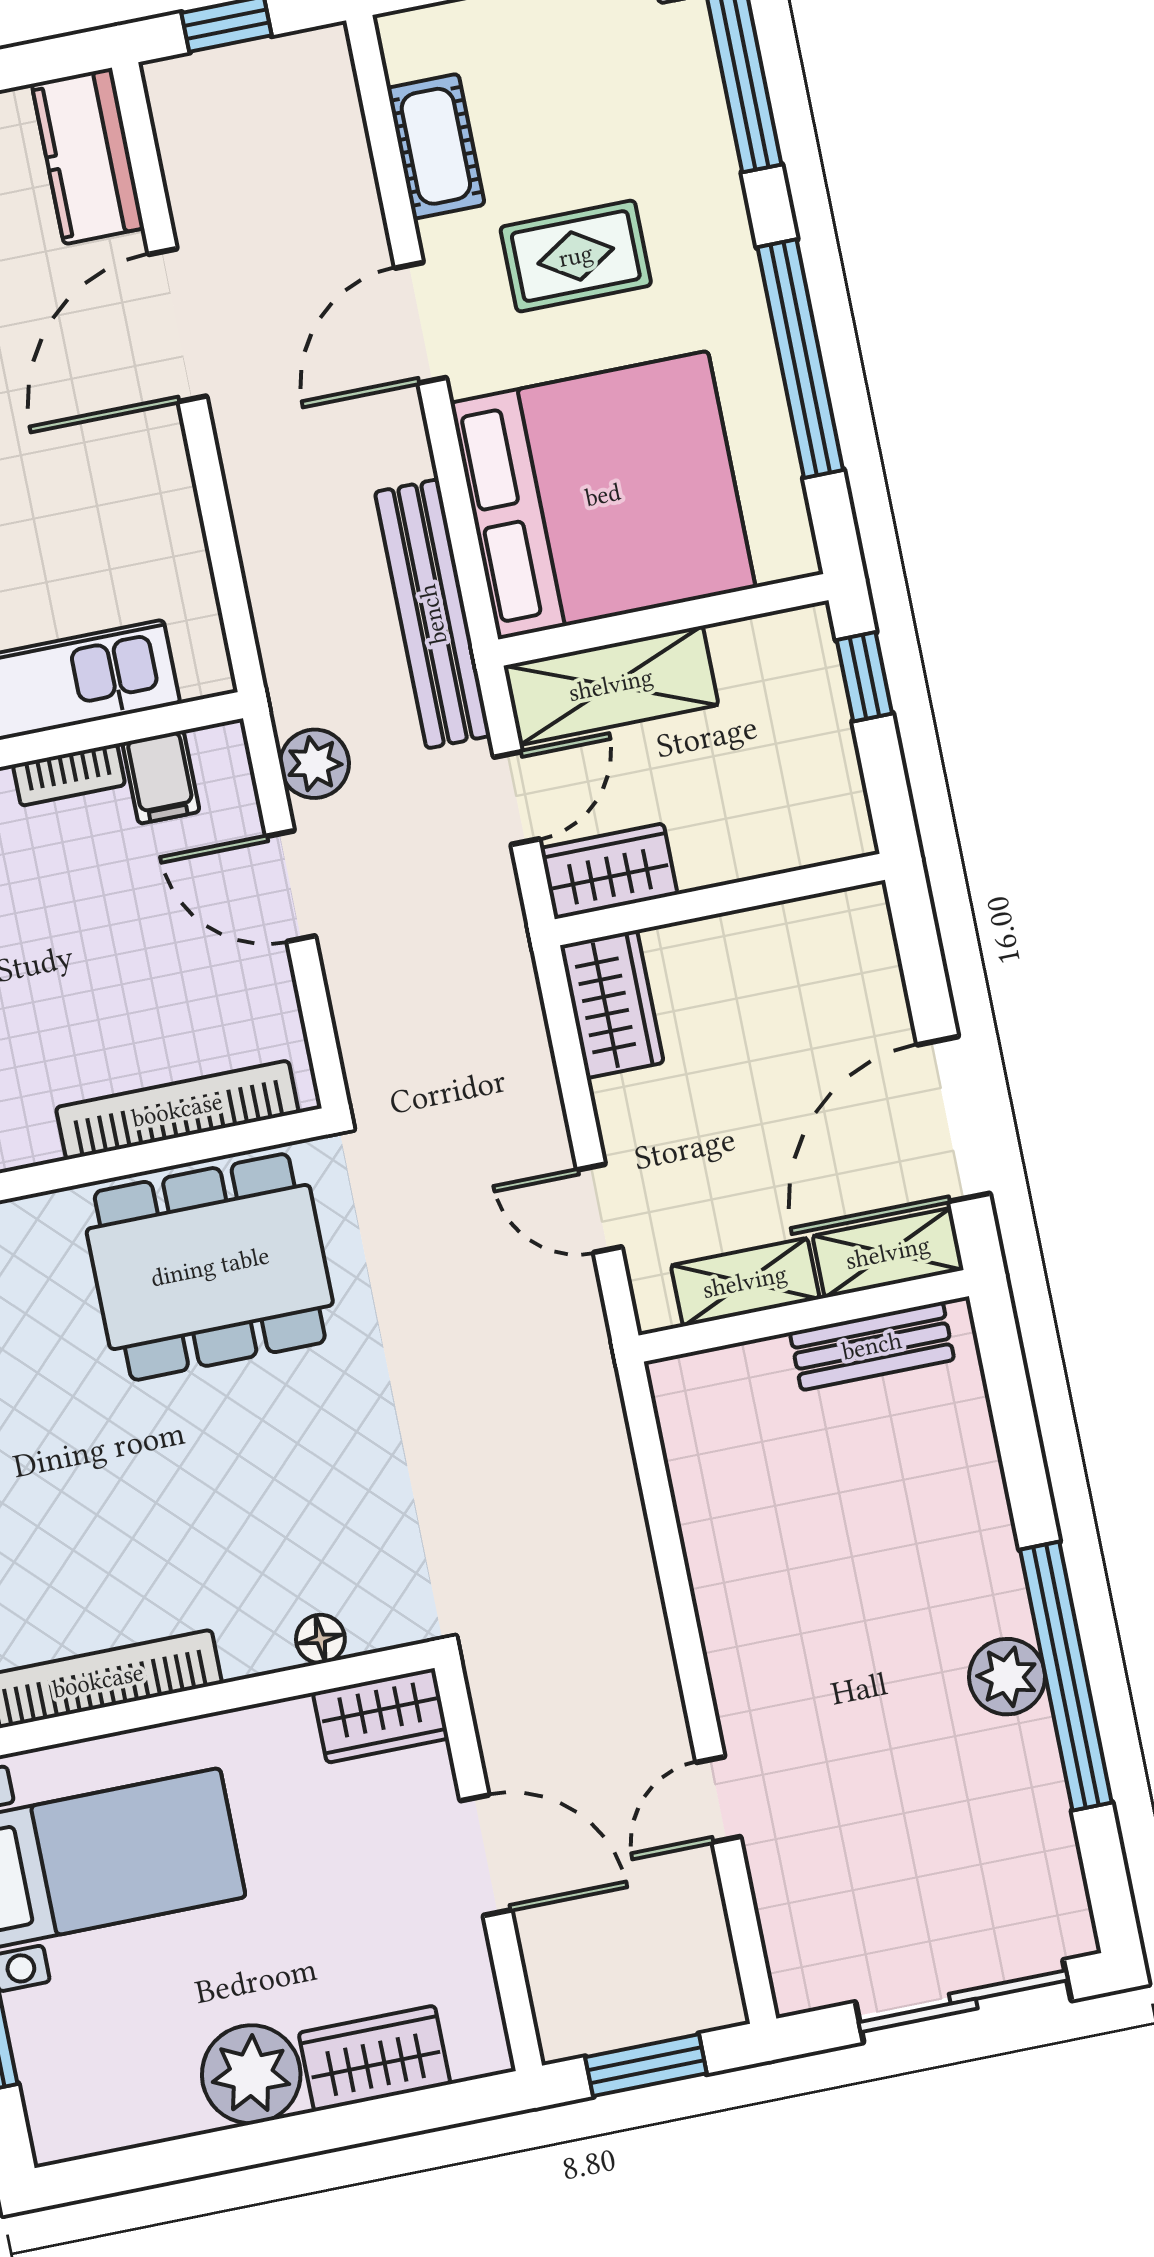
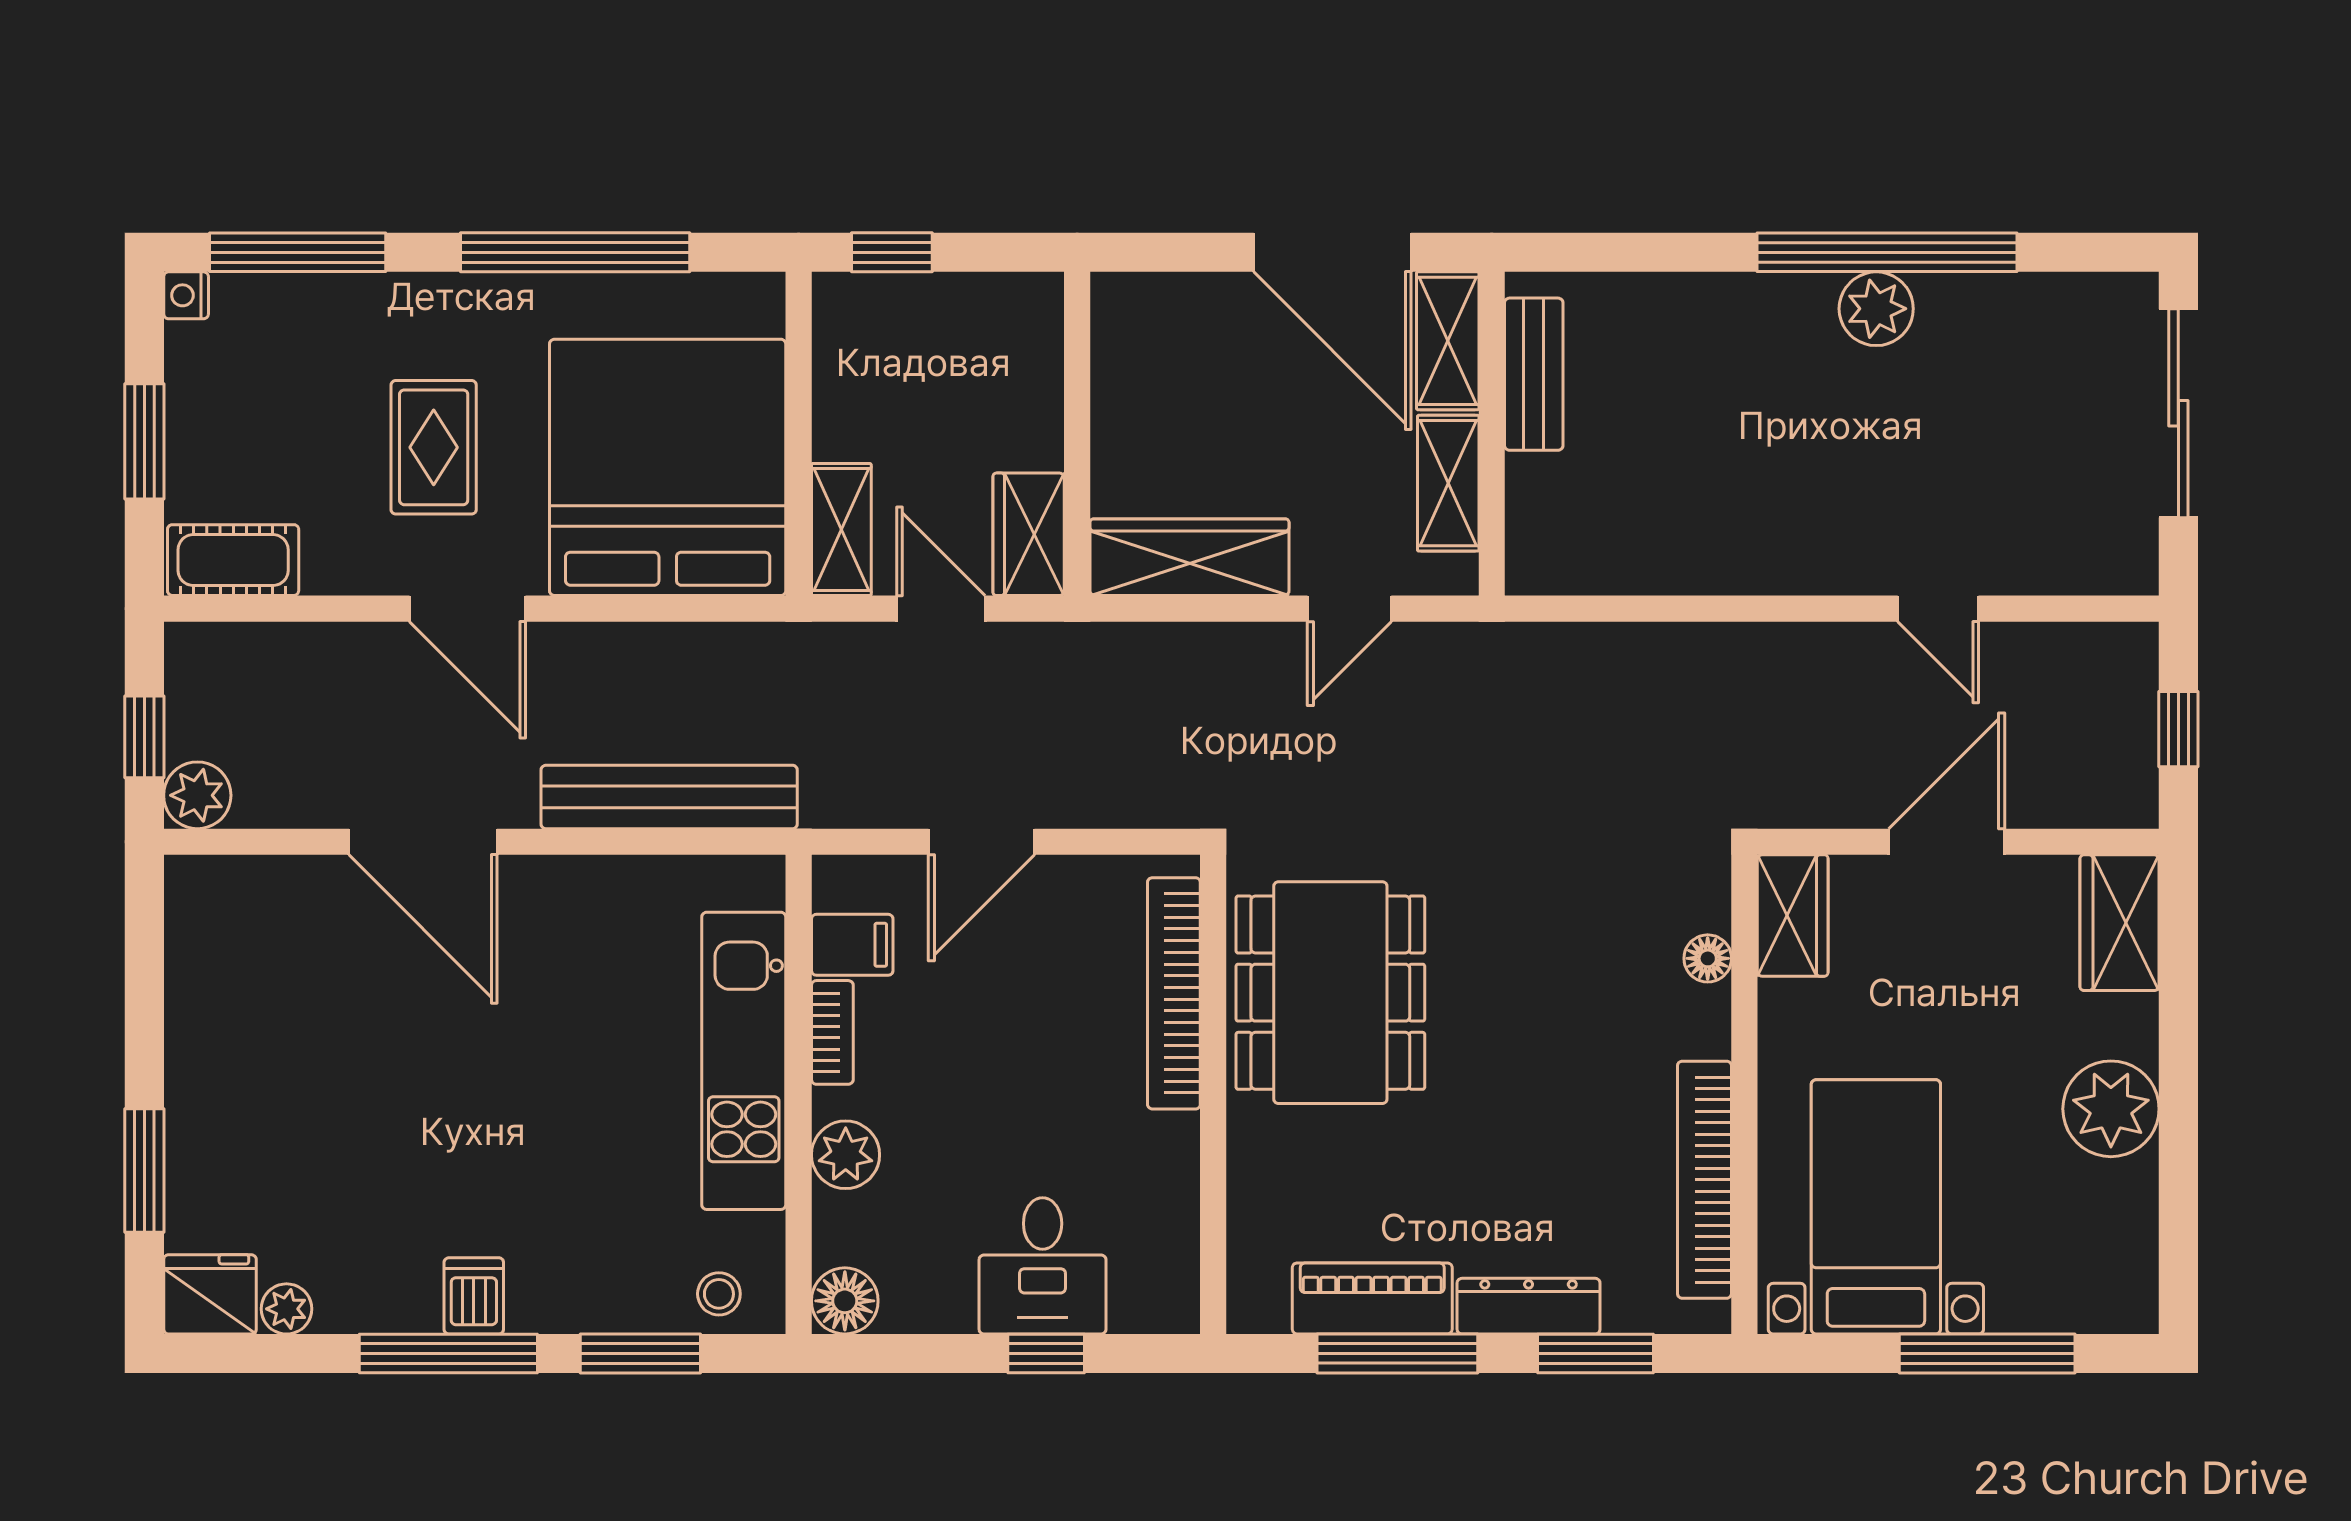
cot: (436, 146) -> (233, 560), moved
kitchen counter: (88, 156) -> (244, 895), removed
bench: (433, 614) -> (669, 797), moved
shelving: (611, 685) -> (841, 530), width x0.67, depth x0.75
plant: (314, 764) -> (197, 795), moved
wardrobe: (612, 1004) -> (1190, 557), width x1.50
wardrobe: (375, 2058) -> (2120, 923), moved
window: (646, 2065) -> (2178, 729), width x0.67

